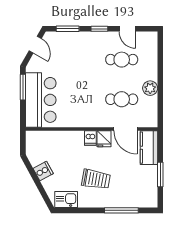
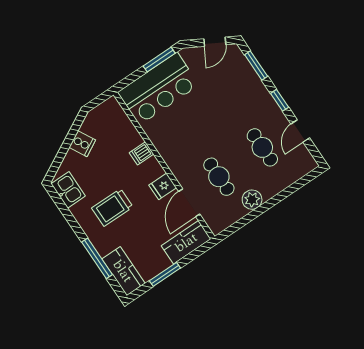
dishwasher: (90, 138) -> (141, 153), moved
trolley: (96, 179) -> (112, 208), turned 80
kitchen counter: (141, 199) -> (123, 271), added

